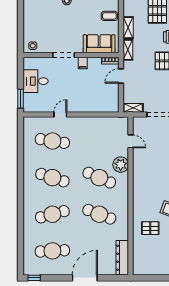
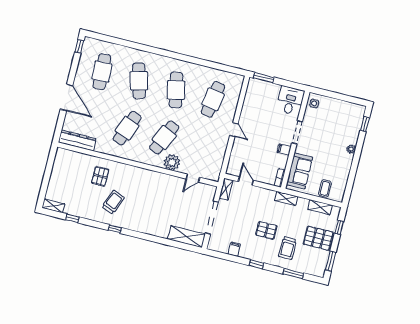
shelving: (128, 28) -> (320, 207), moved
door: (121, 76) -> (246, 181), moved
desk: (36, 81) -> (290, 101), moved
door: (60, 115) -> (234, 130), moved
cafe table: (52, 178) -> (176, 90), turned -30

